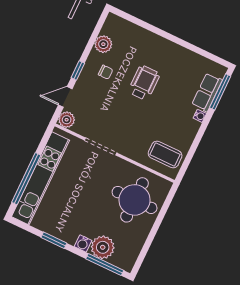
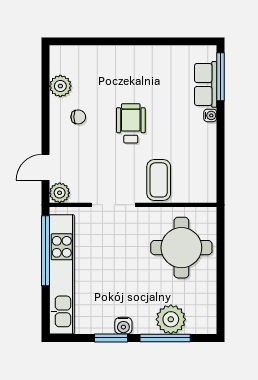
window: (78, 70) -> (46, 130), removed
wheelchair: (144, 83) -> (131, 123), moved
coffee table: (165, 154) -> (159, 180), moved, turned 90
window: (26, 179) -> (46, 251), moved
water cooler: (83, 243) -> (123, 326), moved
window: (105, 265) -> (165, 338), moved

